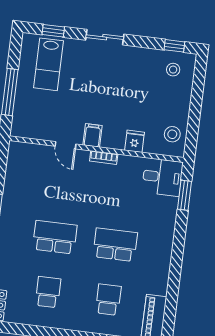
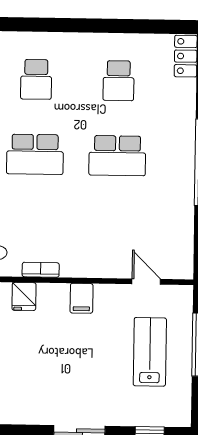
lab bench: (49, 64) -> (150, 352), moved
door: (65, 145) -> (146, 282), moved
bookcase: (104, 158) -> (41, 270), moved

